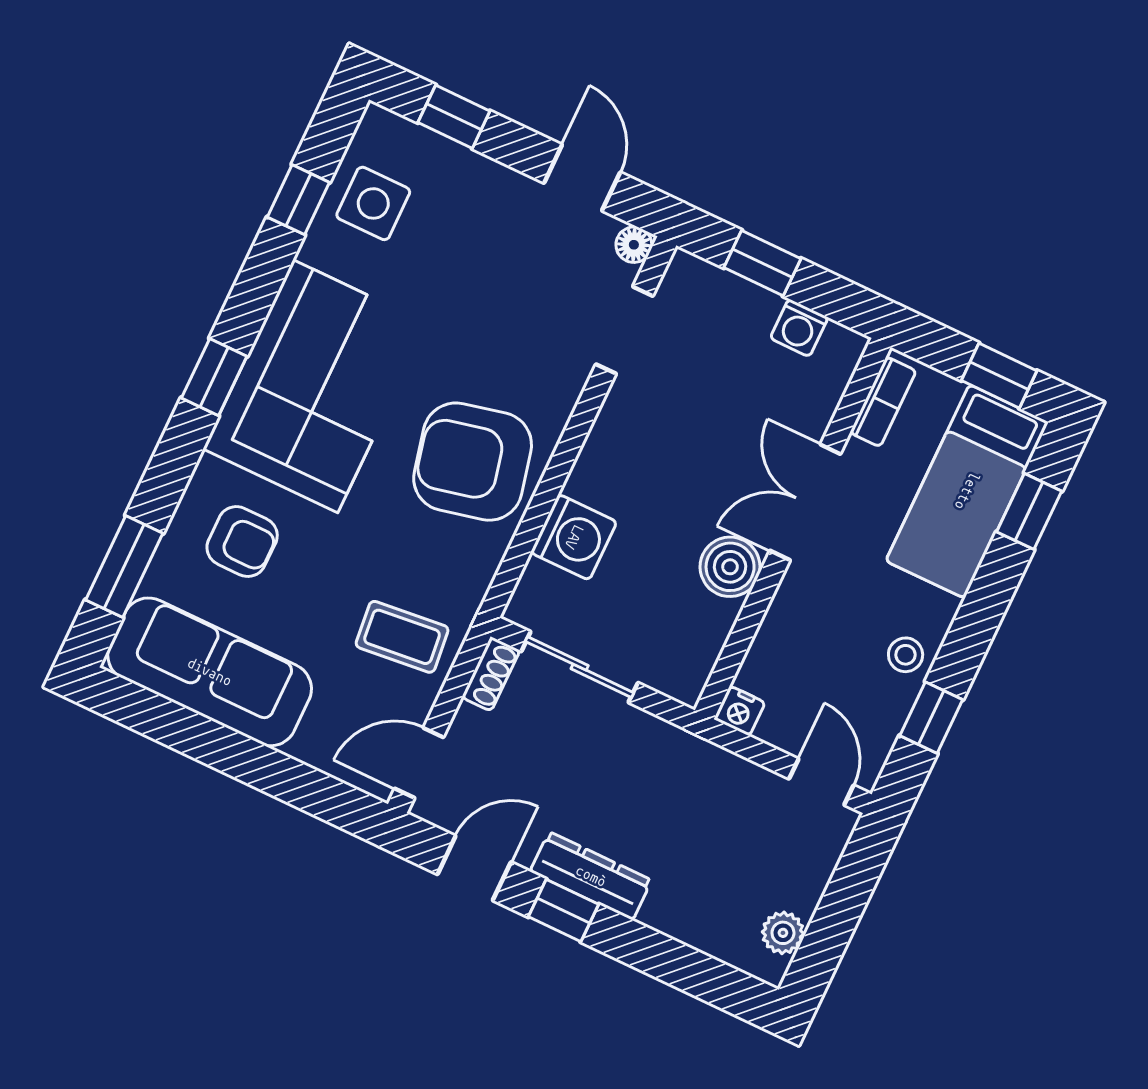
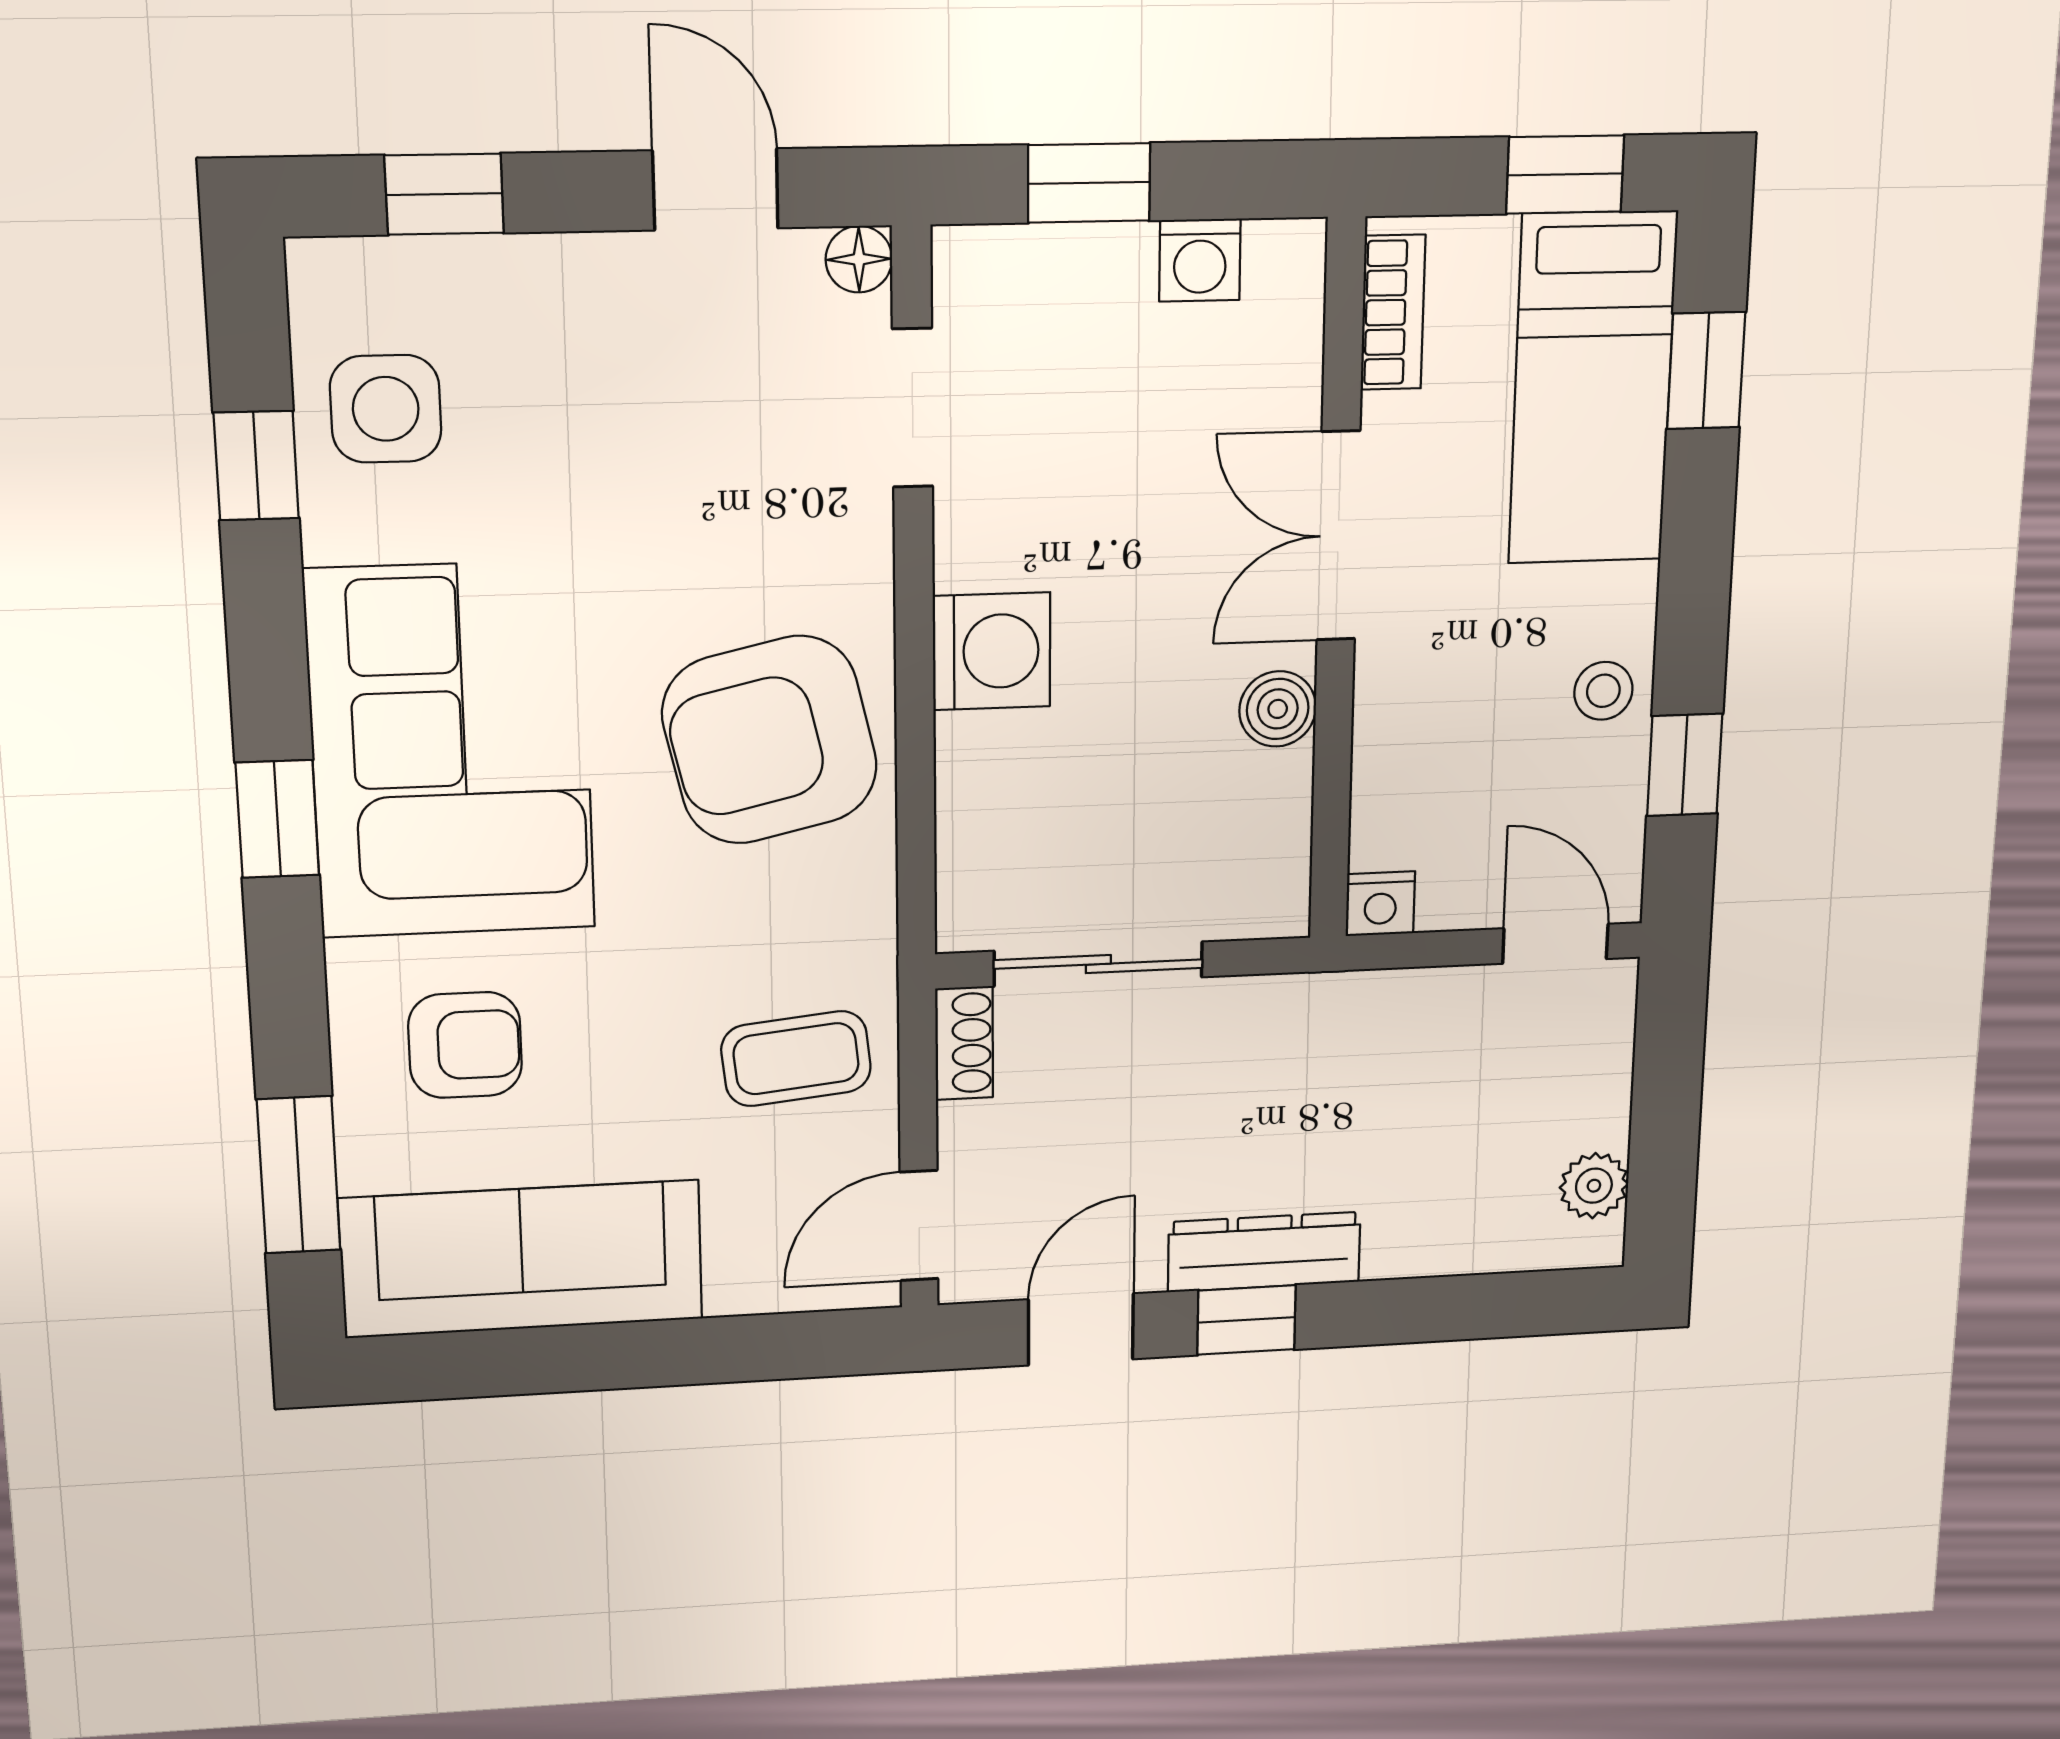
washing machine: (574, 537) -> (992, 651), moved
boiler: (730, 567) -> (1278, 709), width x0.73, depth x0.73

